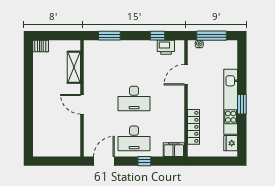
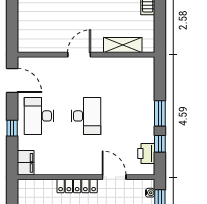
window: (109, 36) -> (160, 113), moved
desk: (134, 98) -> (86, 116), turned 180
locker: (193, 127) -> (77, 186), moved

